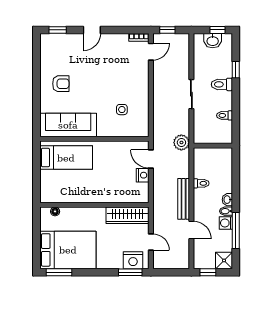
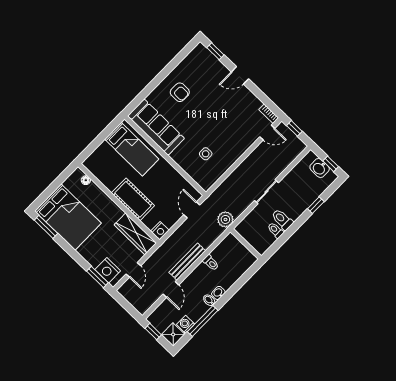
toilet: (222, 84) -> (282, 219), moved
nightstand: (143, 175) -> (160, 231), moved
cot: (102, 192) -> (133, 199), added
washing machine: (226, 223) -> (186, 324), moved

